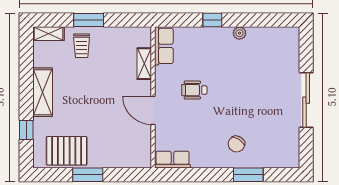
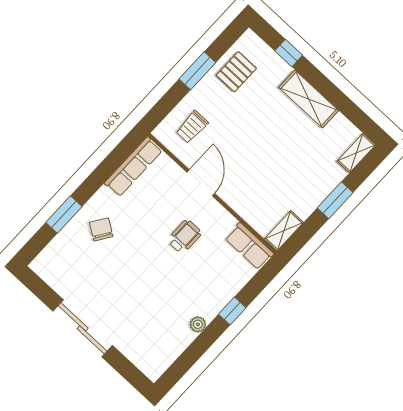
trolley: (82, 46) -> (192, 127), moved, turned -90
shelving: (144, 64) -> (284, 231), moved, turned 90
door: (153, 110) -> (201, 183), hinge flipped
pallet: (67, 151) -> (236, 72), width x0.67, depth x0.71
row of seats: (173, 160) -> (133, 167), width x1.48

